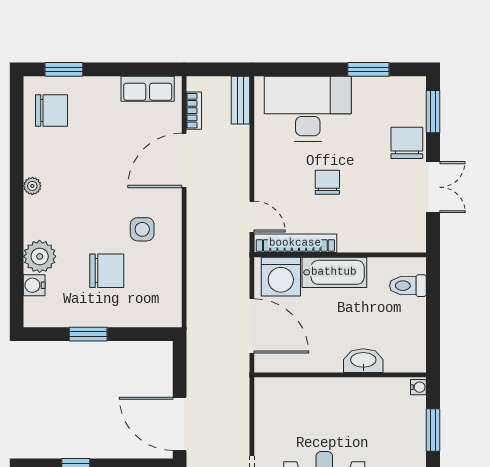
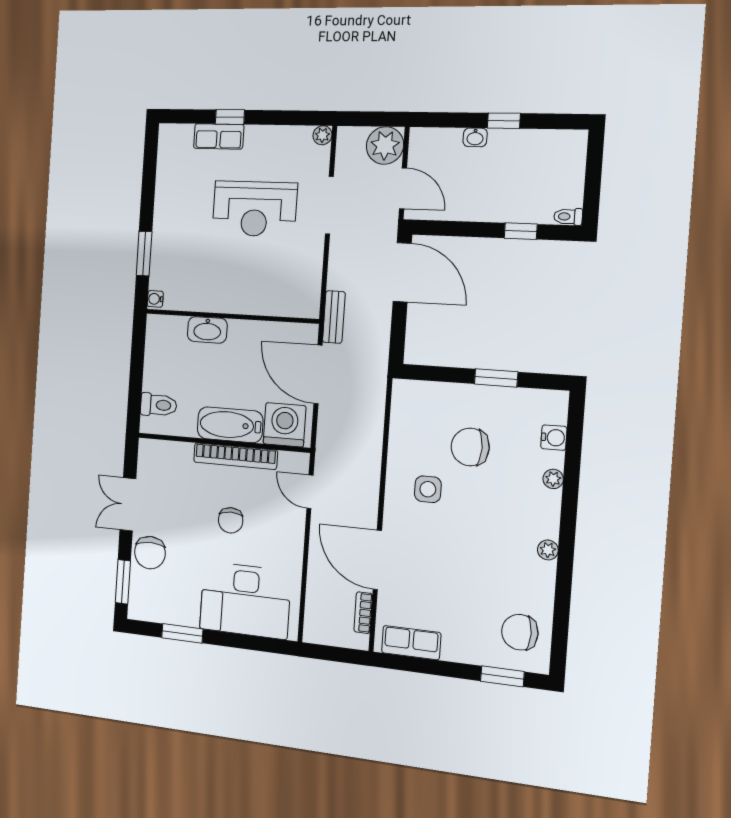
bench: (241, 100) -> (334, 317), moved
door: (184, 160) -> (377, 560), swing flipped
bookcase: (295, 243) -> (235, 456), moved
plant: (40, 256) -> (553, 479), width x0.53, depth x0.53

